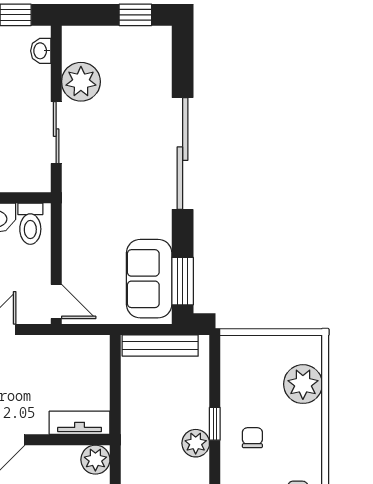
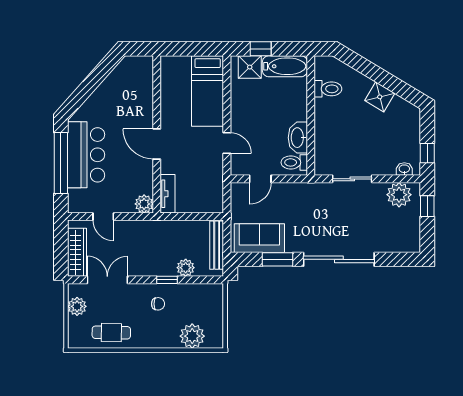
window: (135, 15) -> (427, 206), moved
plant: (81, 82) -> (399, 195), moved
window: (183, 281) -> (278, 259), moved
door: (56, 301) -> (260, 179), moved
plant: (196, 443) -> (186, 268), moved

